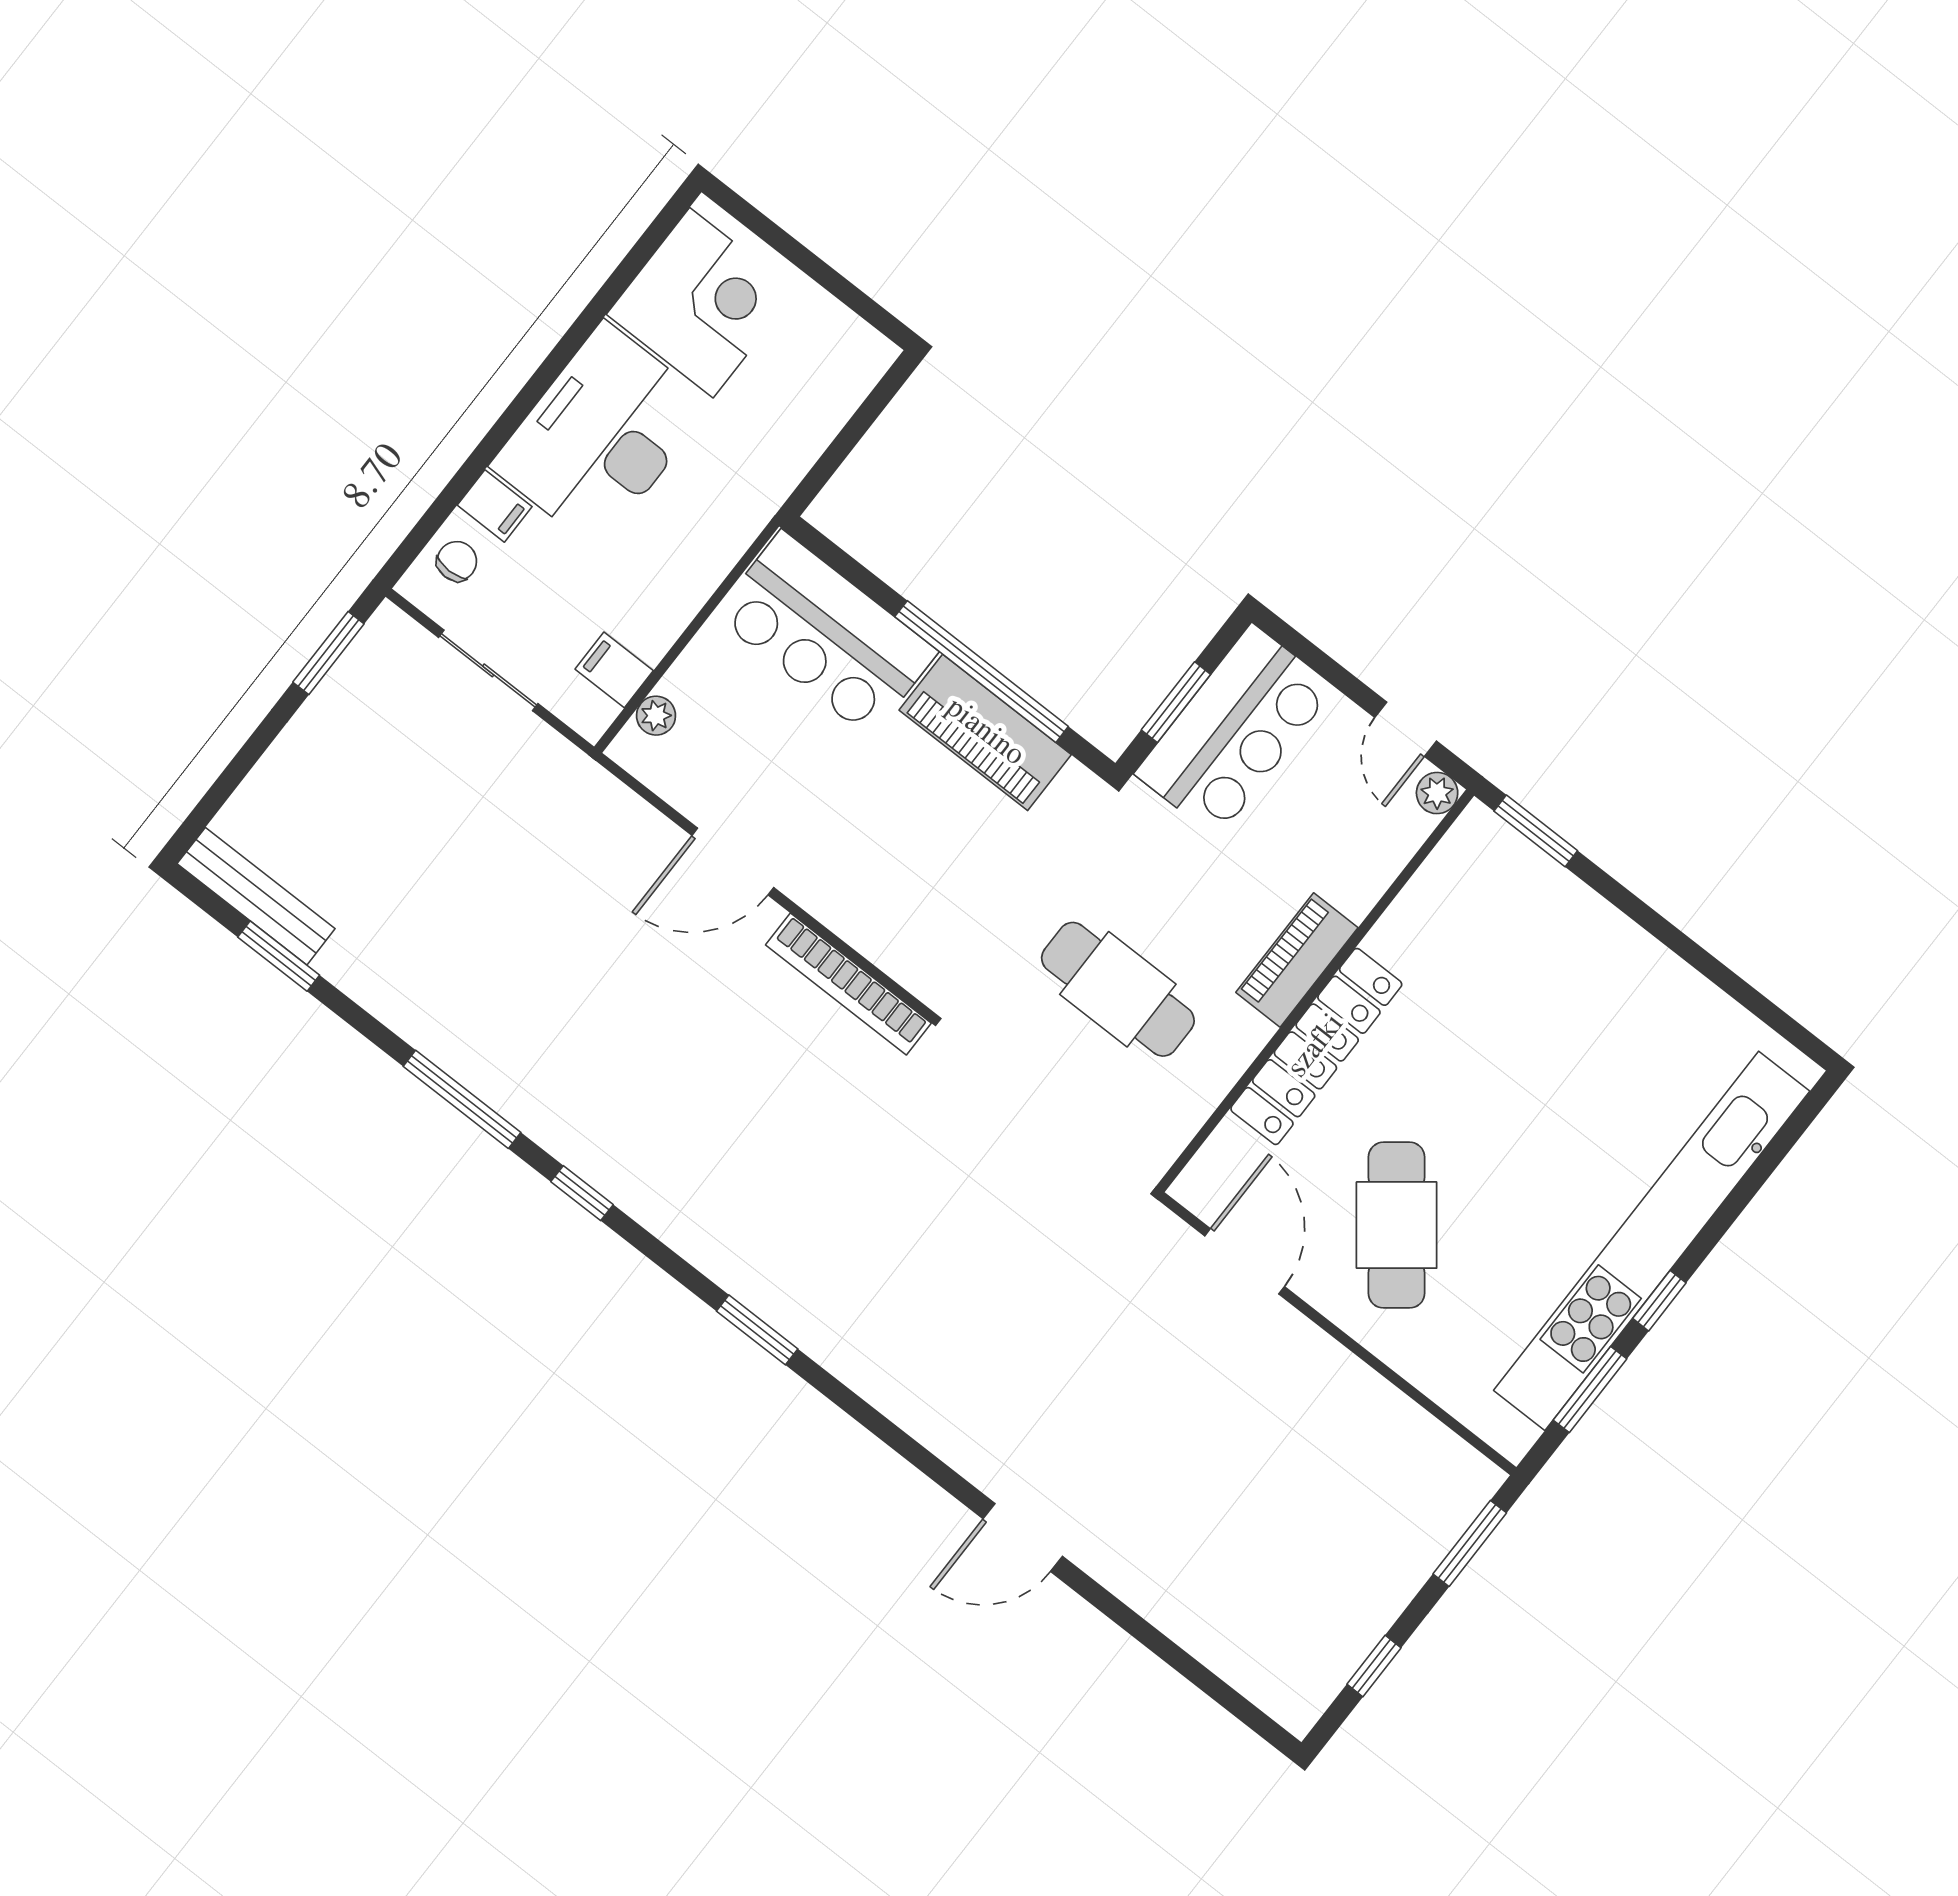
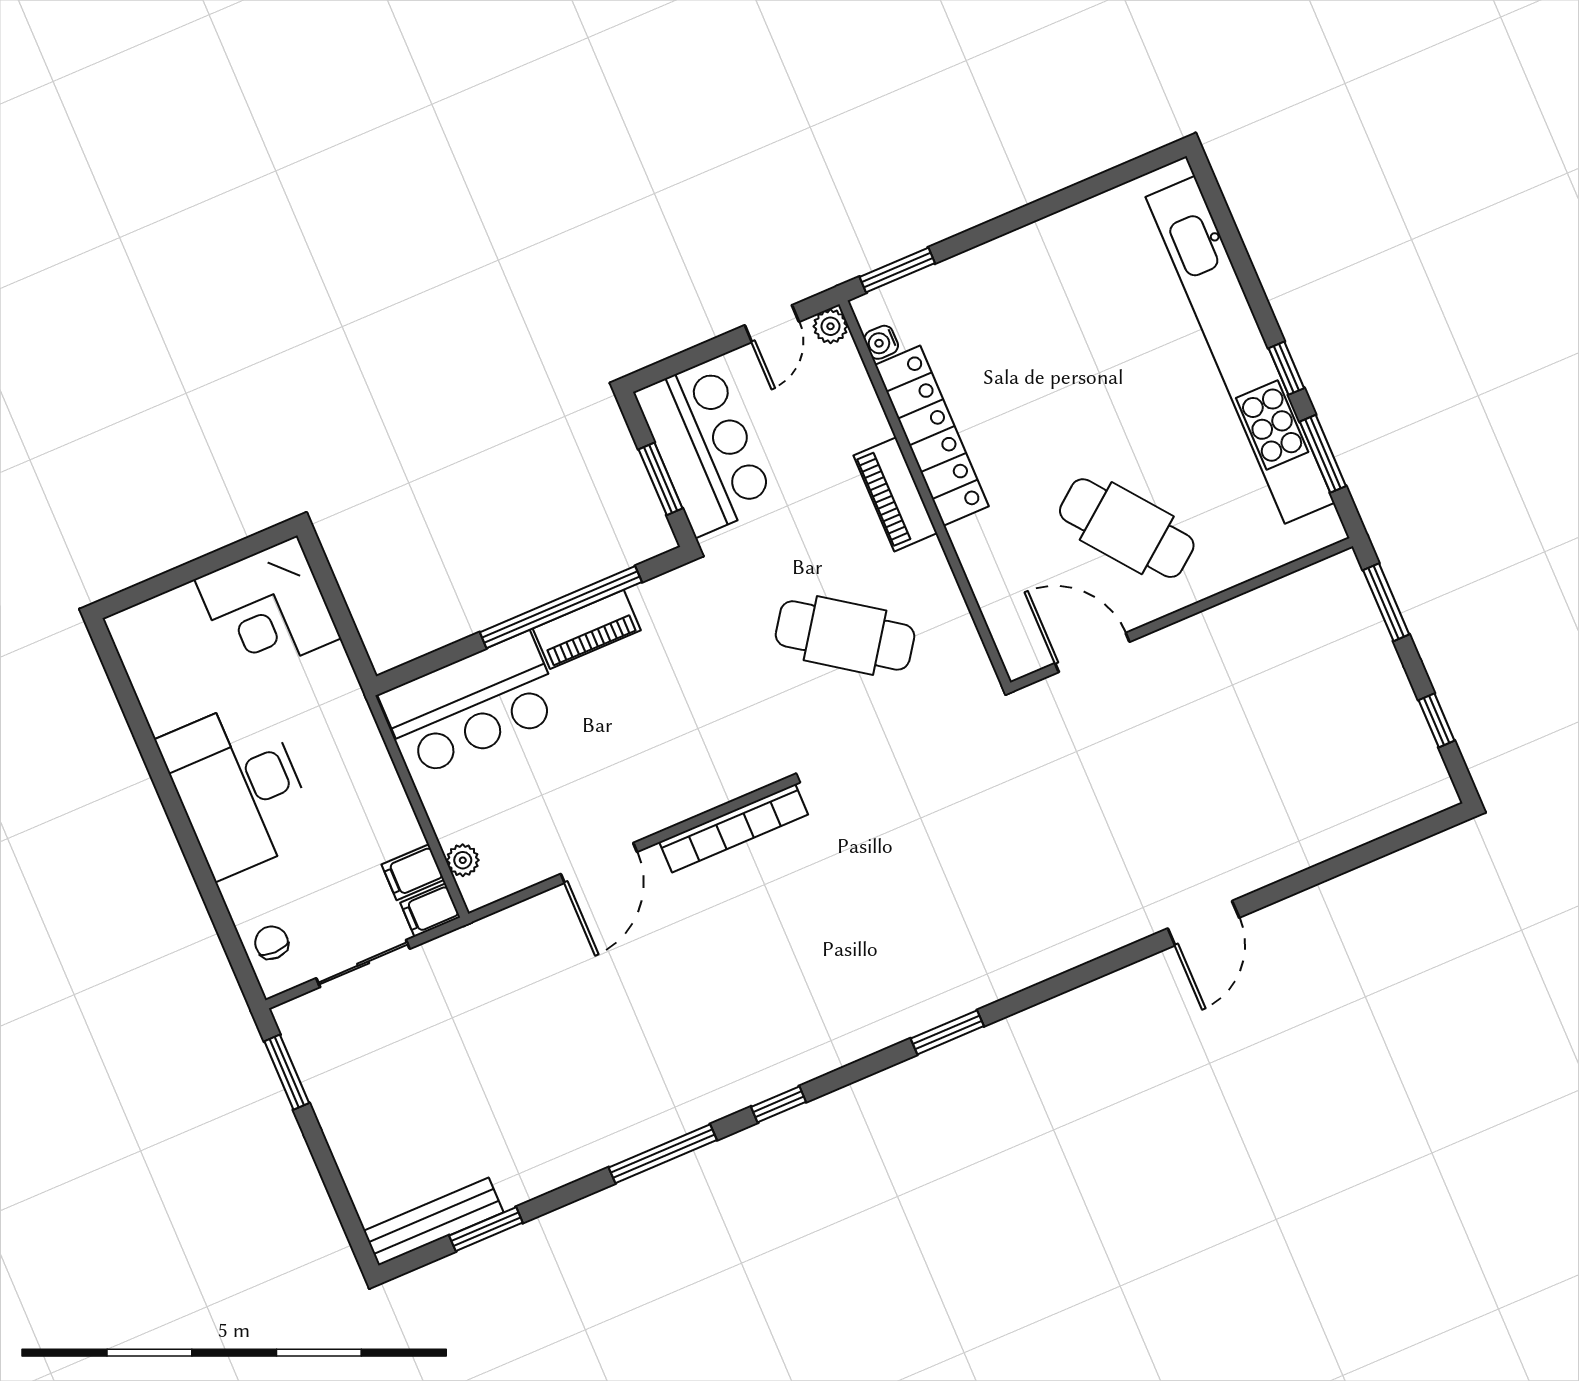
corner desk: (701, 303) -> (268, 609), moved, turned 180
filing cabinet: (495, 506) -> (430, 910), moved, turned 180
door: (1406, 729) -> (772, 324), hinge flipped
piano: (985, 732) -> (587, 629), width x0.73, depth x0.75
water cooler: (1450, 856) -> (881, 342), added
cafe table: (1118, 989) -> (845, 635), turned 35
locker: (1316, 1046) -> (932, 436), moved

